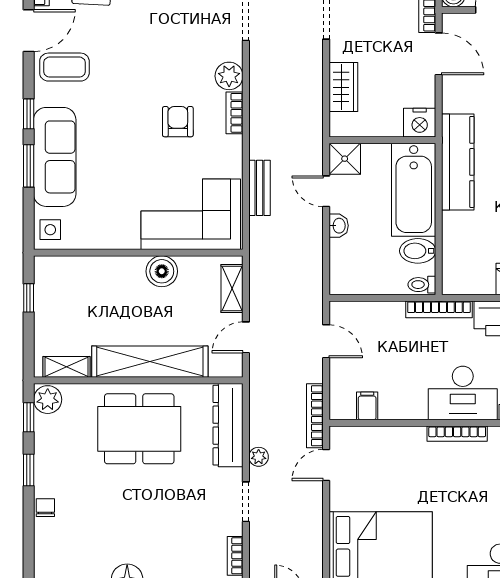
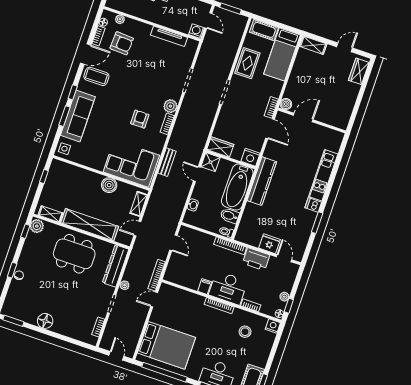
wardrobe: (343, 87) -> (220, 147), moved, turned -90
washbasin: (339, 226) -> (193, 205), moved
filing cabinet: (367, 406) -> (205, 286), moved
window: (29, 470) -> (12, 270), moved

